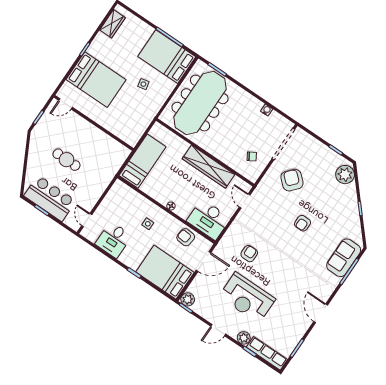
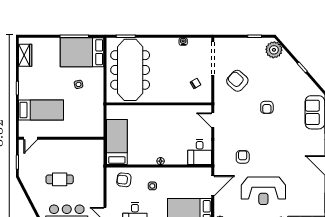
bed: (96, 80) -> (41, 110), width x0.67
wardrobe: (209, 167) -> (169, 113), removed
desk: (209, 220) -> (200, 152), width x0.73
armchair: (186, 237) -> (124, 180), moved

